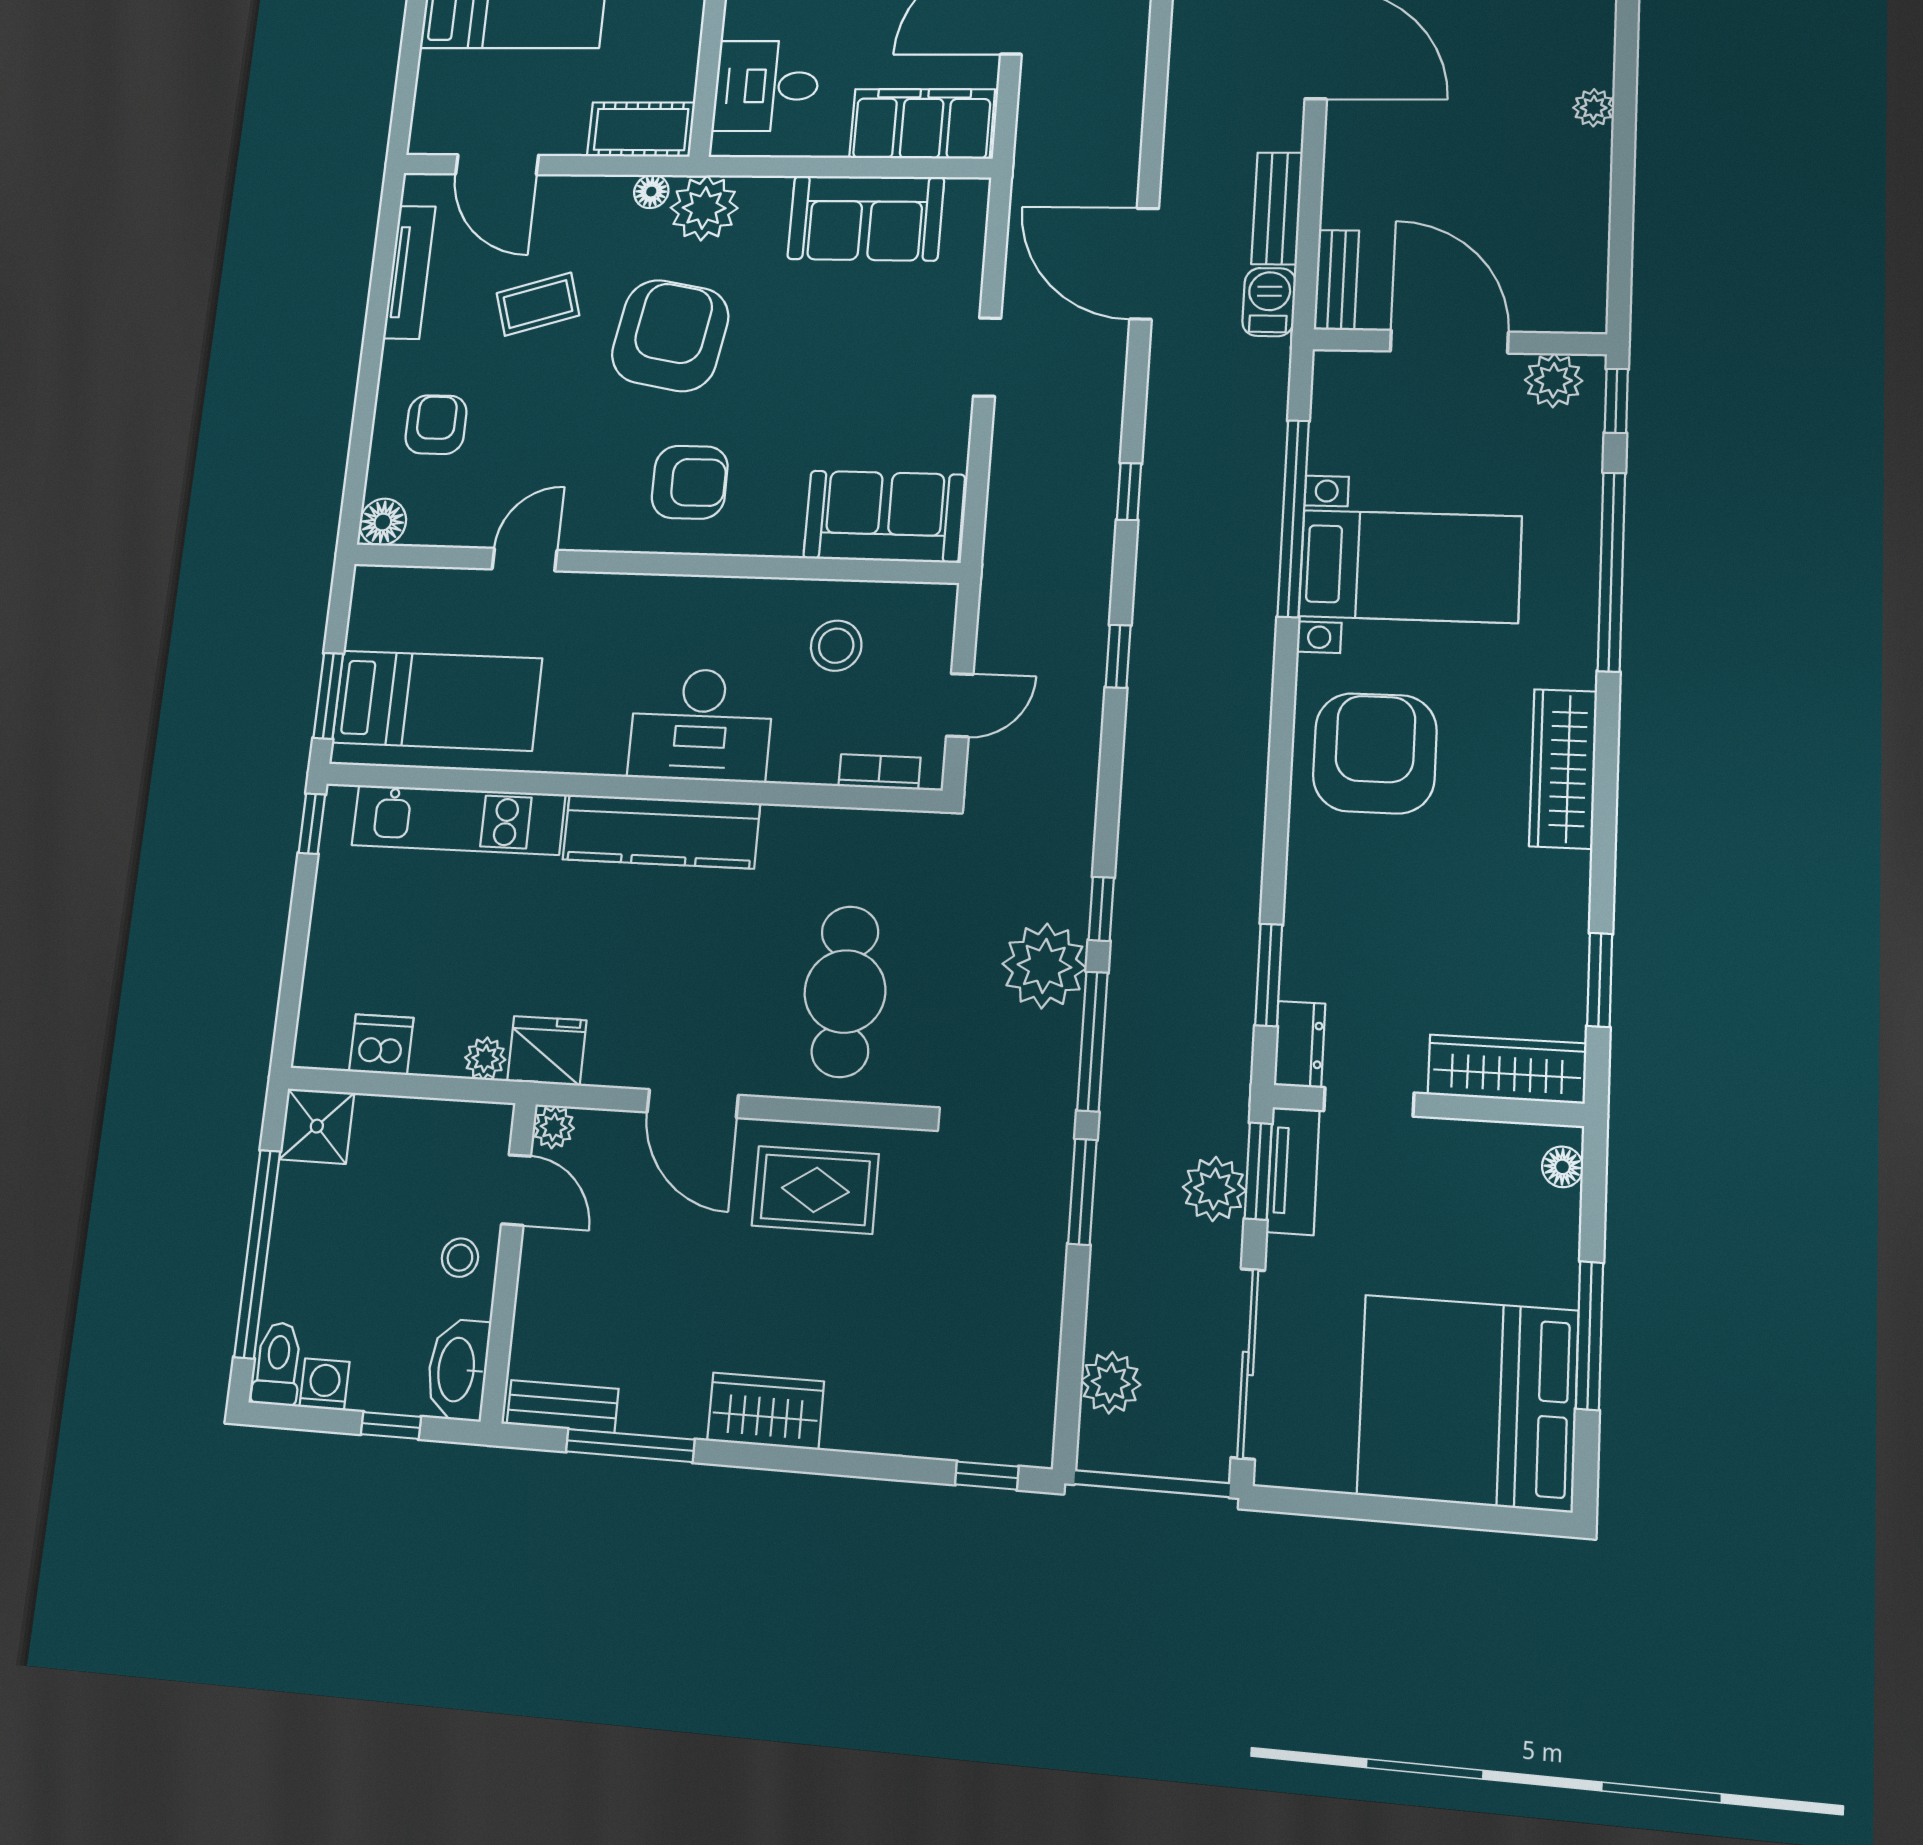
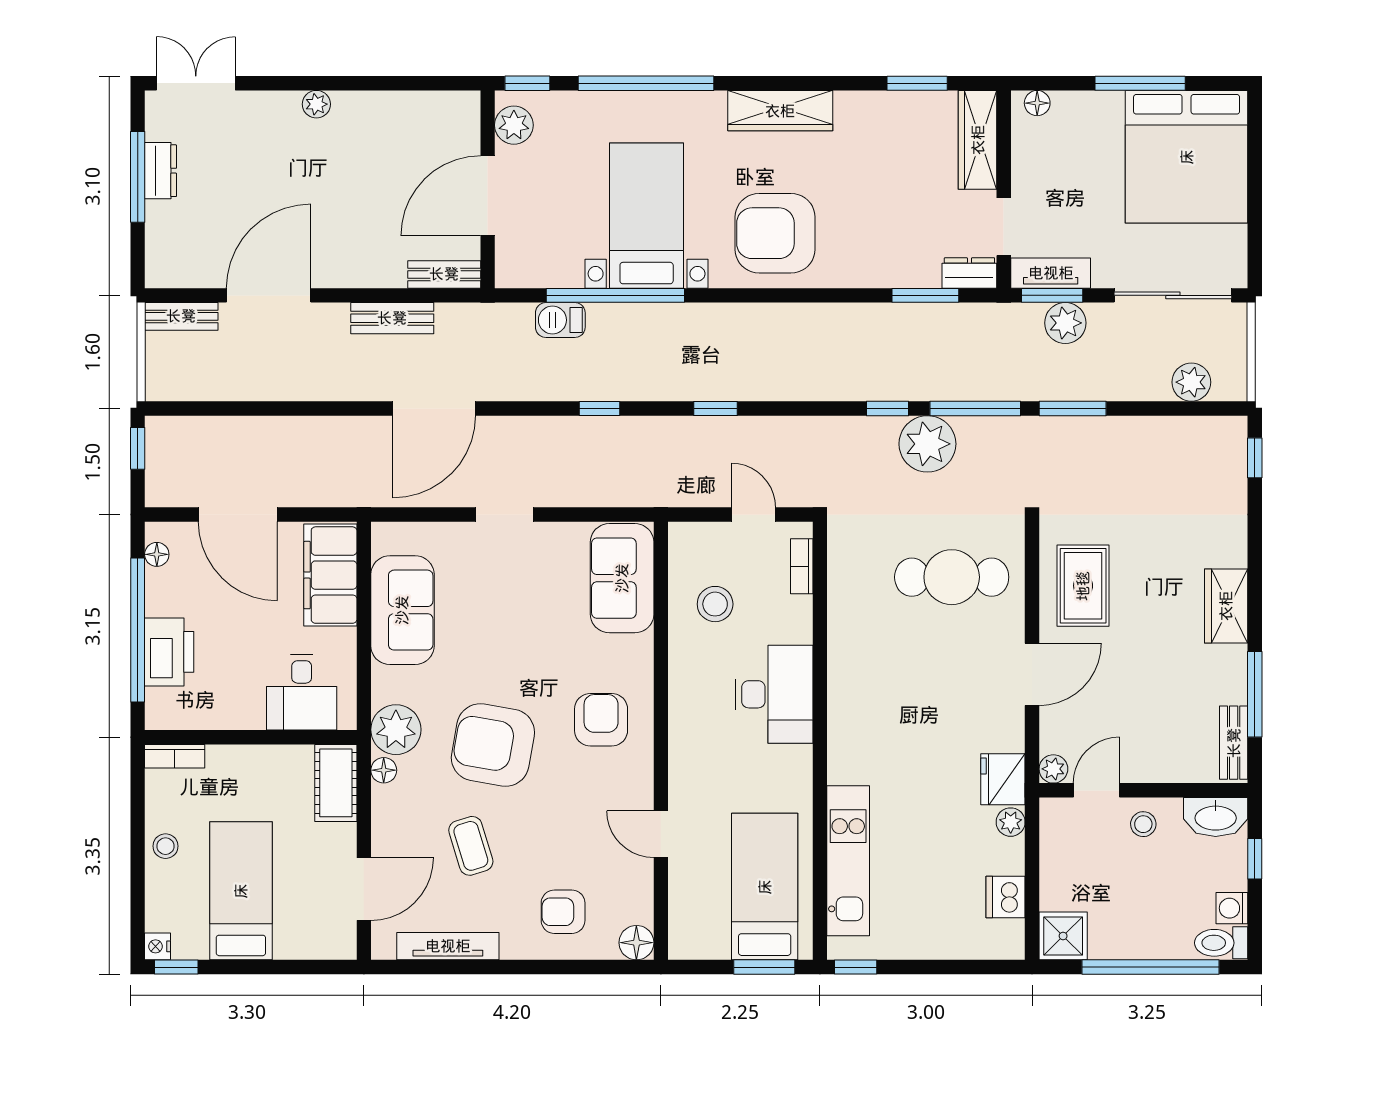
barbecue: (1269, 302) -> (560, 320), moved
kitchen counter: (661, 831) -> (850, 715), removed

